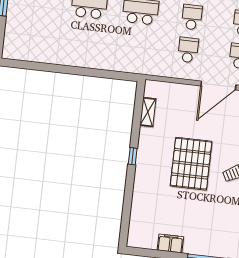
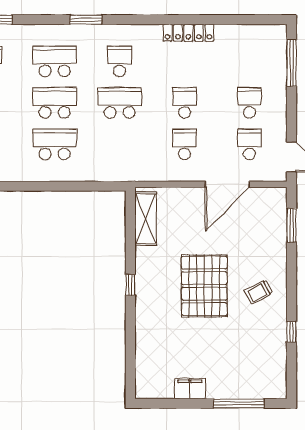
school desk: (85, 38) -> (55, 144), added
shelving: (148, 112) -> (146, 219), width x1.50, depth x1.33

